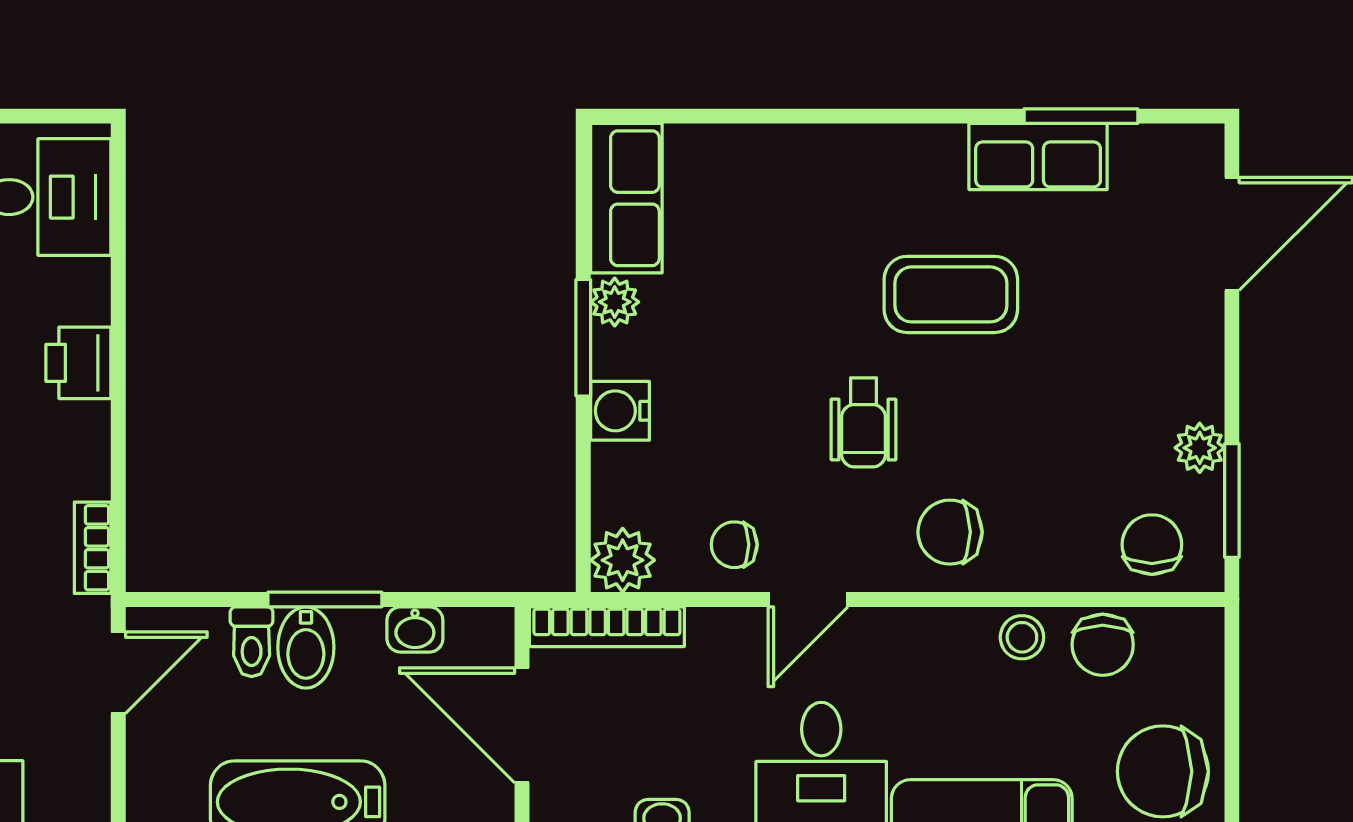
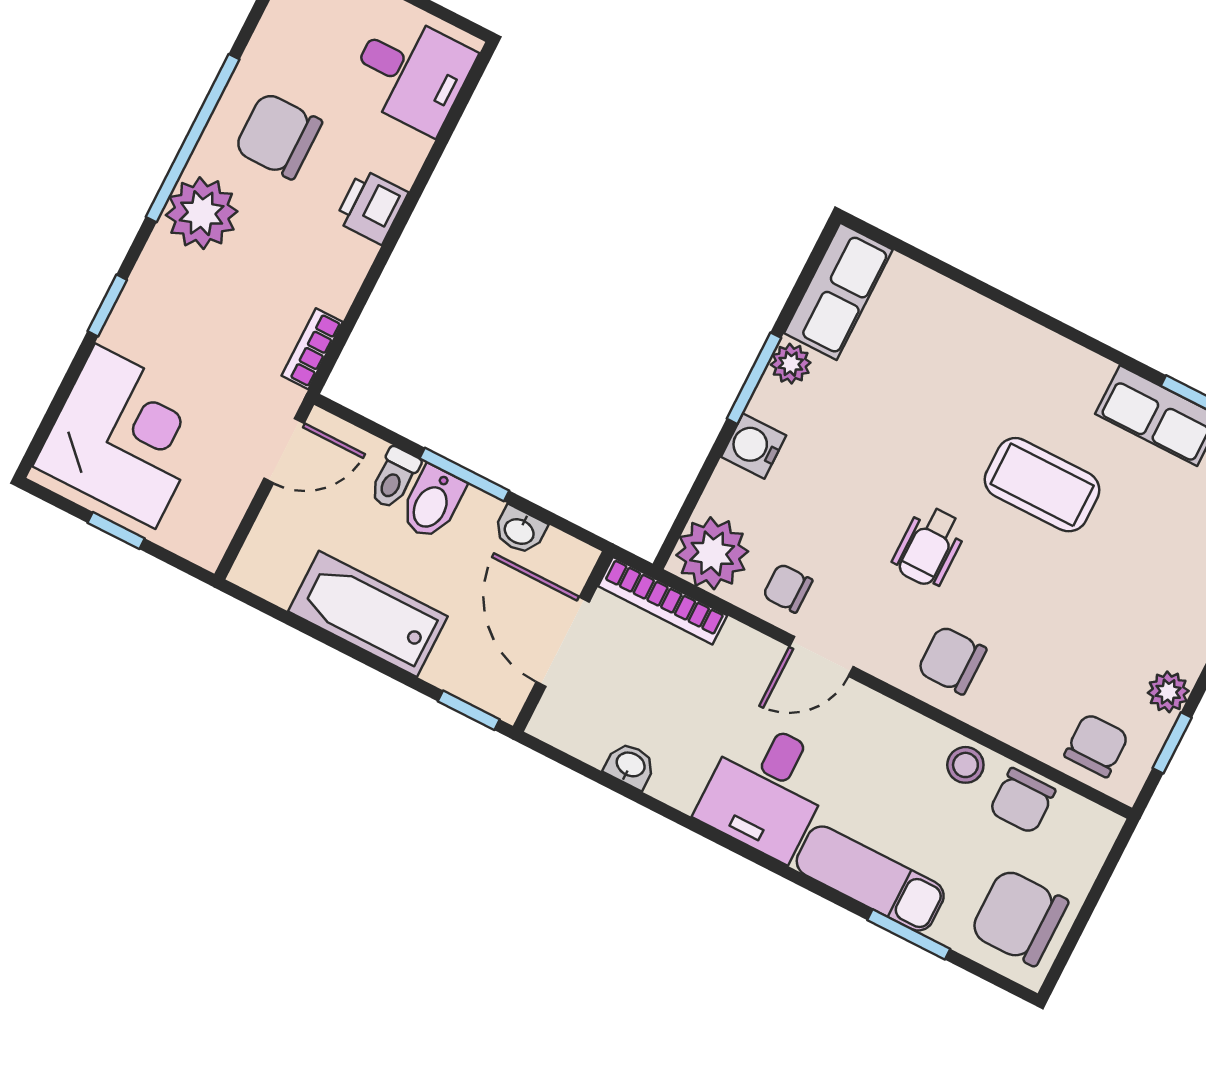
window: (1232, 501) -> (1172, 743), width x0.67
plant: (623, 560) -> (712, 553), width x1.36, depth x1.36

